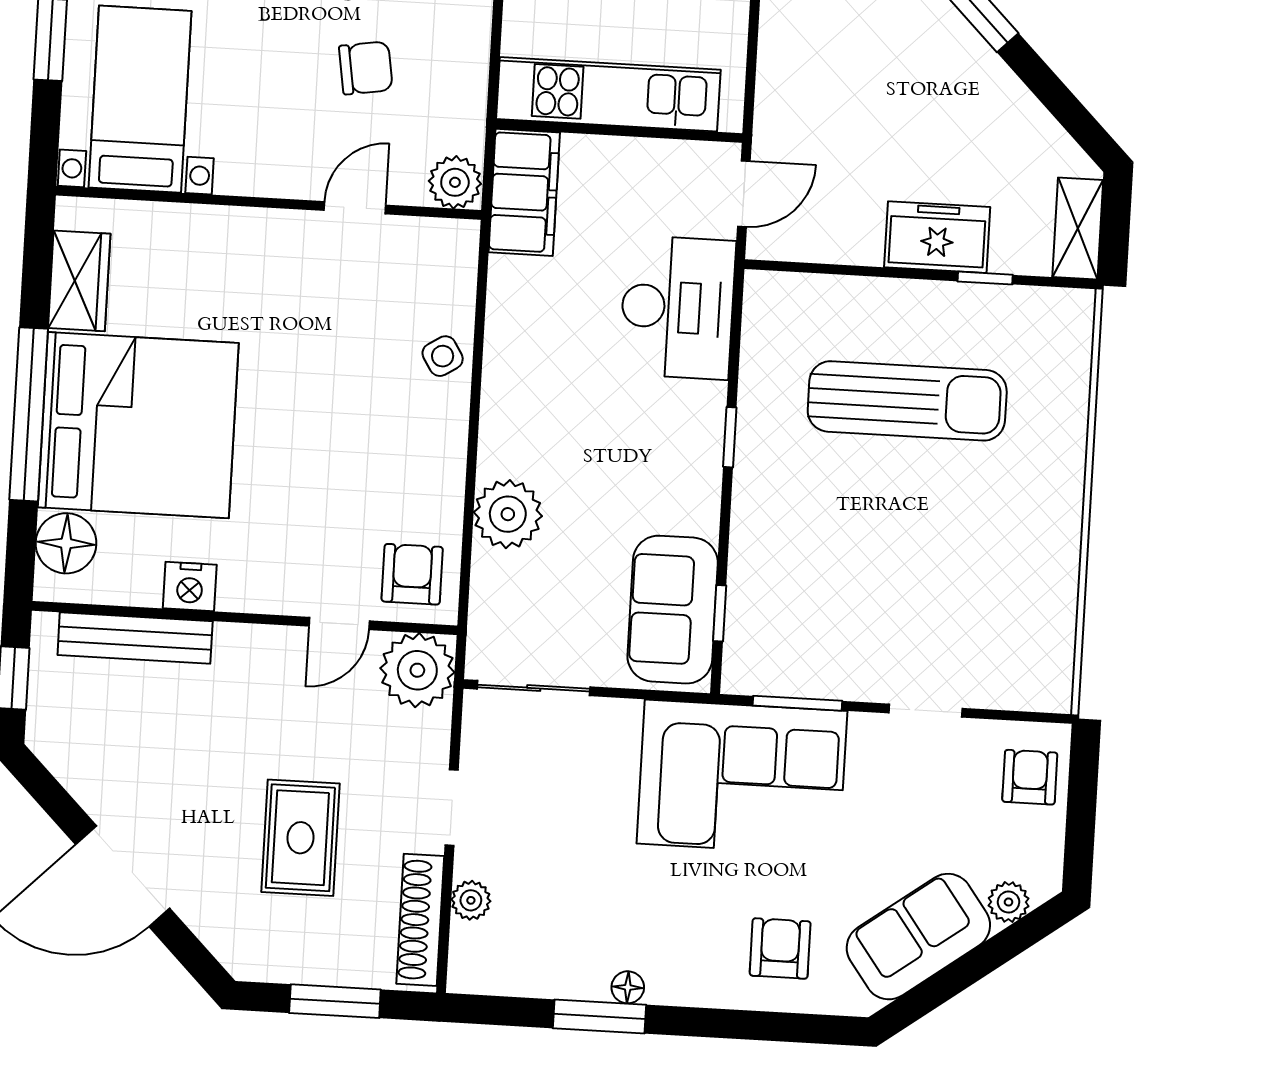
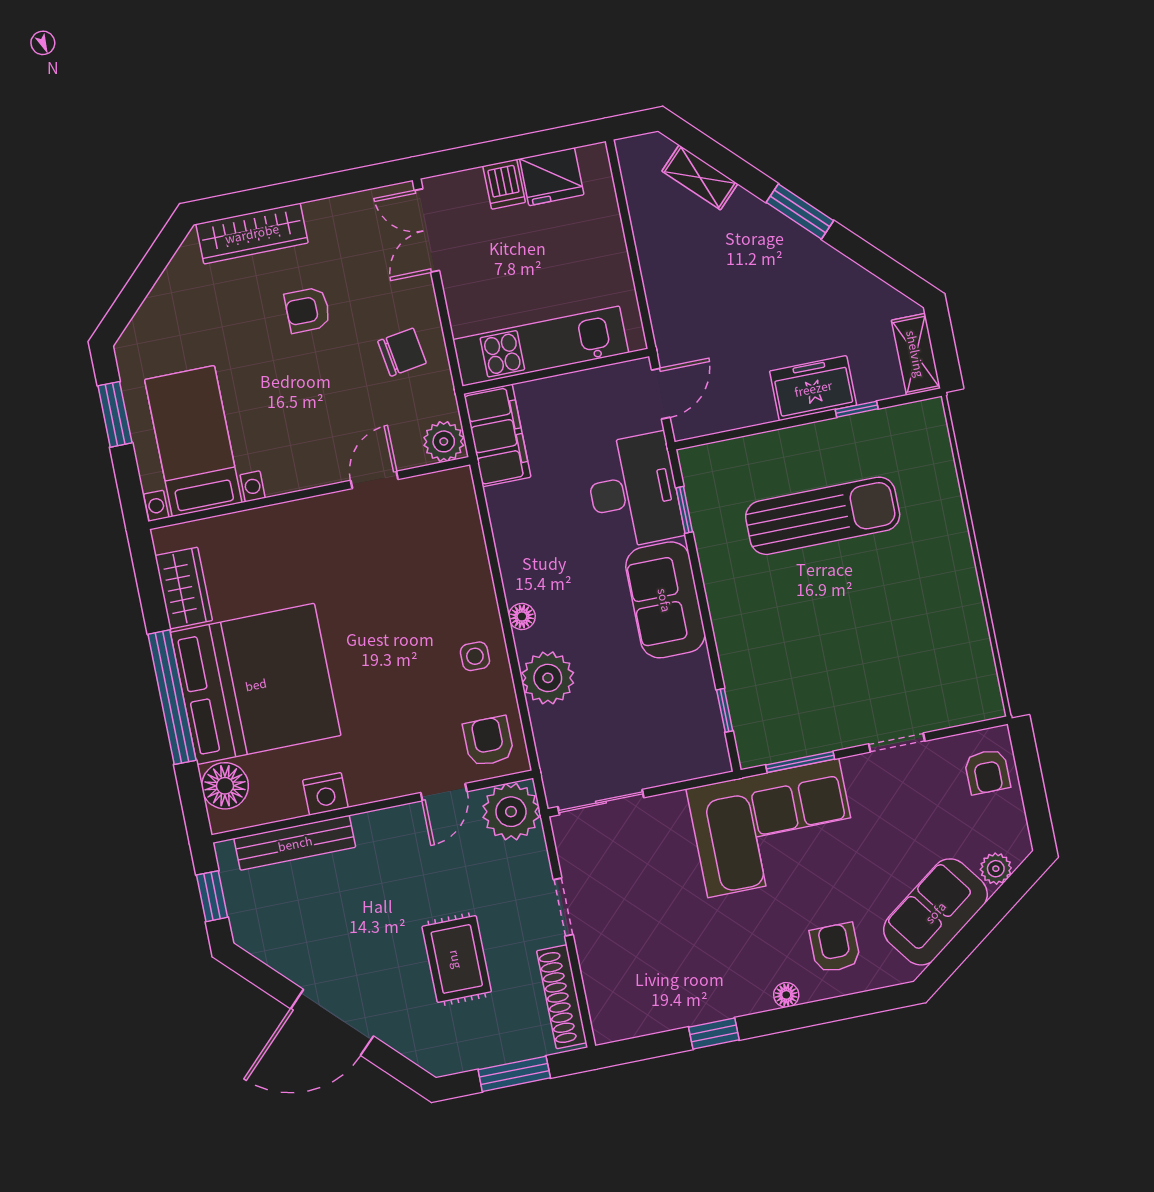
chair: (366, 68) -> (402, 352), moved
side table: (443, 356) -> (475, 656), moved, turned 32
floor lamp: (496, 428) -> (522, 616), added
window: (730, 437) -> (684, 510), moved
sofa: (673, 610) -> (665, 600), moved
armchair: (1030, 777) -> (987, 772), turned 180
plant: (471, 900) -> (596, 972), removed
floor lamp: (628, 987) -> (786, 995), moved
window: (599, 1016) -> (714, 1034), width x0.67

